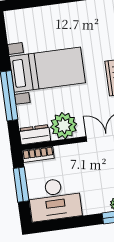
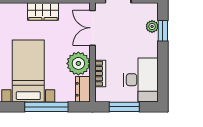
bookcase: (38, 154) -> (100, 74), moved

